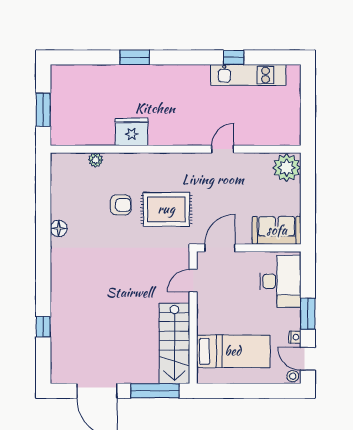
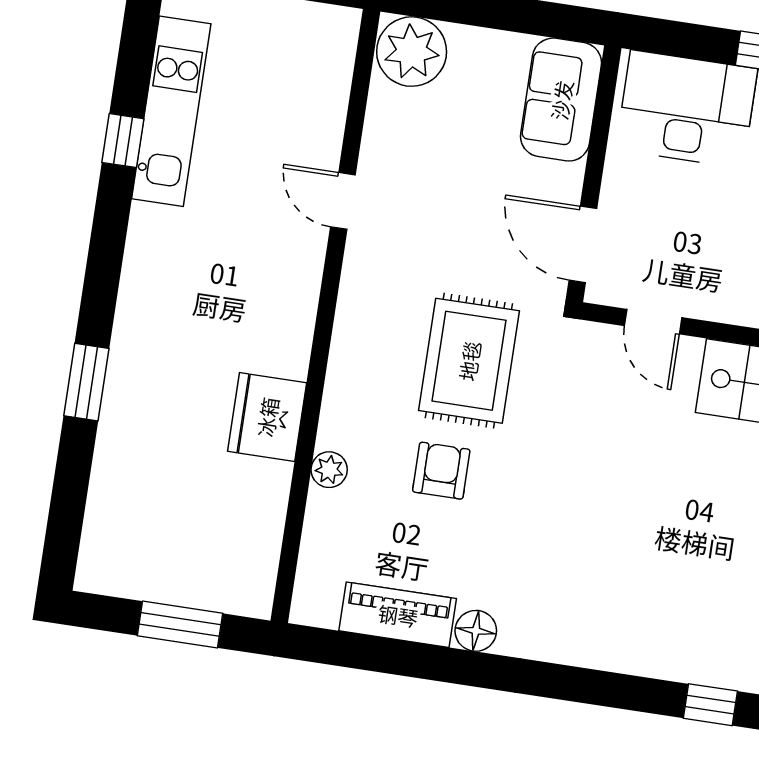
plant: (96, 160) -> (329, 470), moved
piano: (60, 196) -> (398, 615), added

